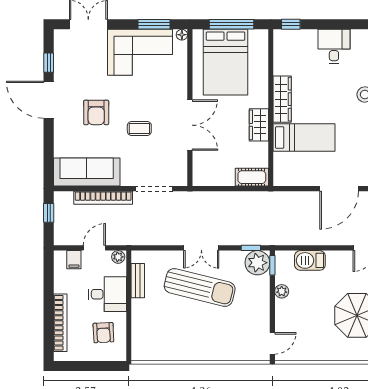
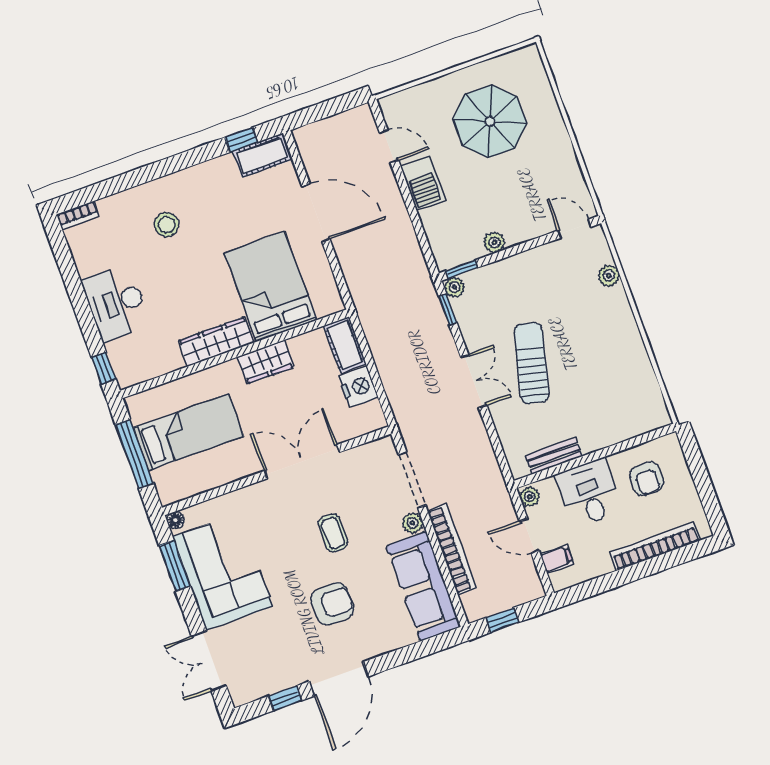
desk: (334, 46) -> (116, 303), width x1.37
bed: (226, 62) -> (188, 432), width x0.67
bed: (304, 138) -> (270, 287), width x1.50
nightstand: (223, 176) -> (359, 387), added
plant: (128, 179) -> (413, 523), added
barbecue: (310, 260) -> (423, 183), moved
plant: (257, 263) -> (454, 287), width x0.53, depth x0.53
sun lounger: (200, 287) -> (532, 363), width x0.73, depth x0.75
armchair: (103, 333) -> (647, 479), turned 93
plant: (236, 354) -> (609, 276), added

